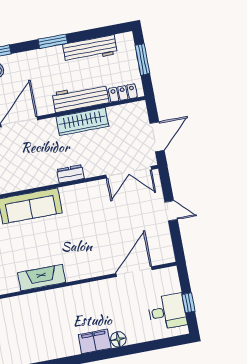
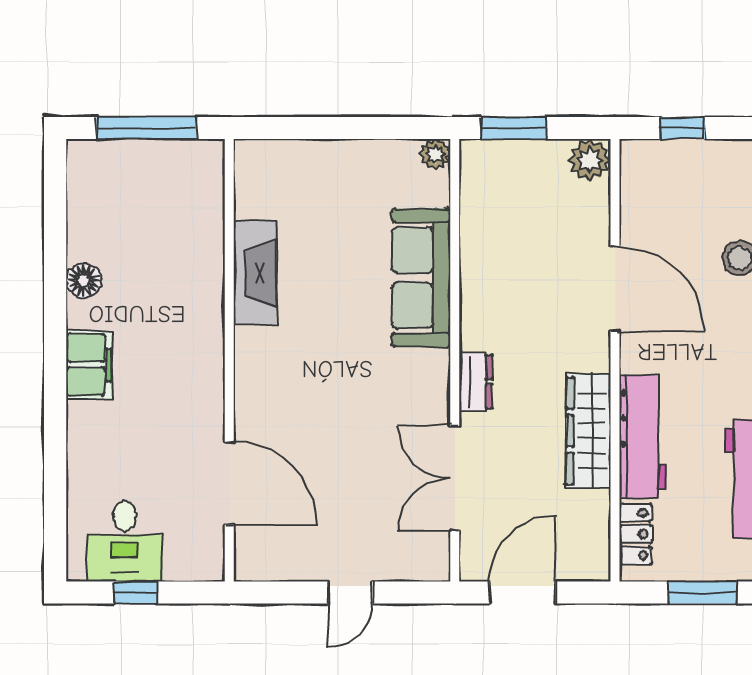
door: (157, 137) -> (522, 592), swing flipped
double door: (129, 172) -> (455, 478), moved
floor lamp: (118, 339) -> (84, 280), moved

